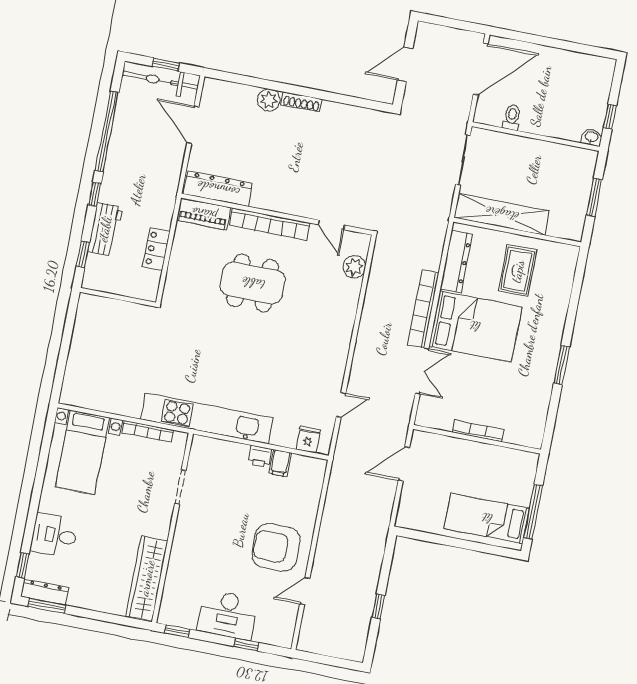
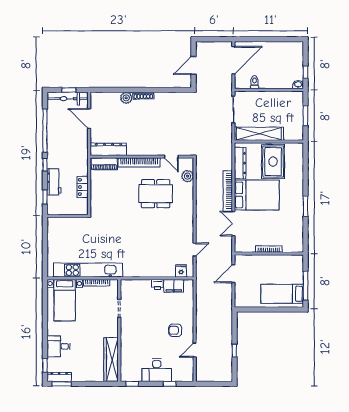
rug: (518, 271) -> (273, 162), width x1.36, depth x1.43
dining table: (253, 283) -> (156, 194), moved
double door: (422, 371) -> (233, 224), swing flipped
kitchen unit: (206, 418) -> (88, 270), moved
filing cabinet: (280, 463) -> (174, 286), width x2.00
armchair: (276, 547) -> (175, 330), width x0.53, depth x0.53

